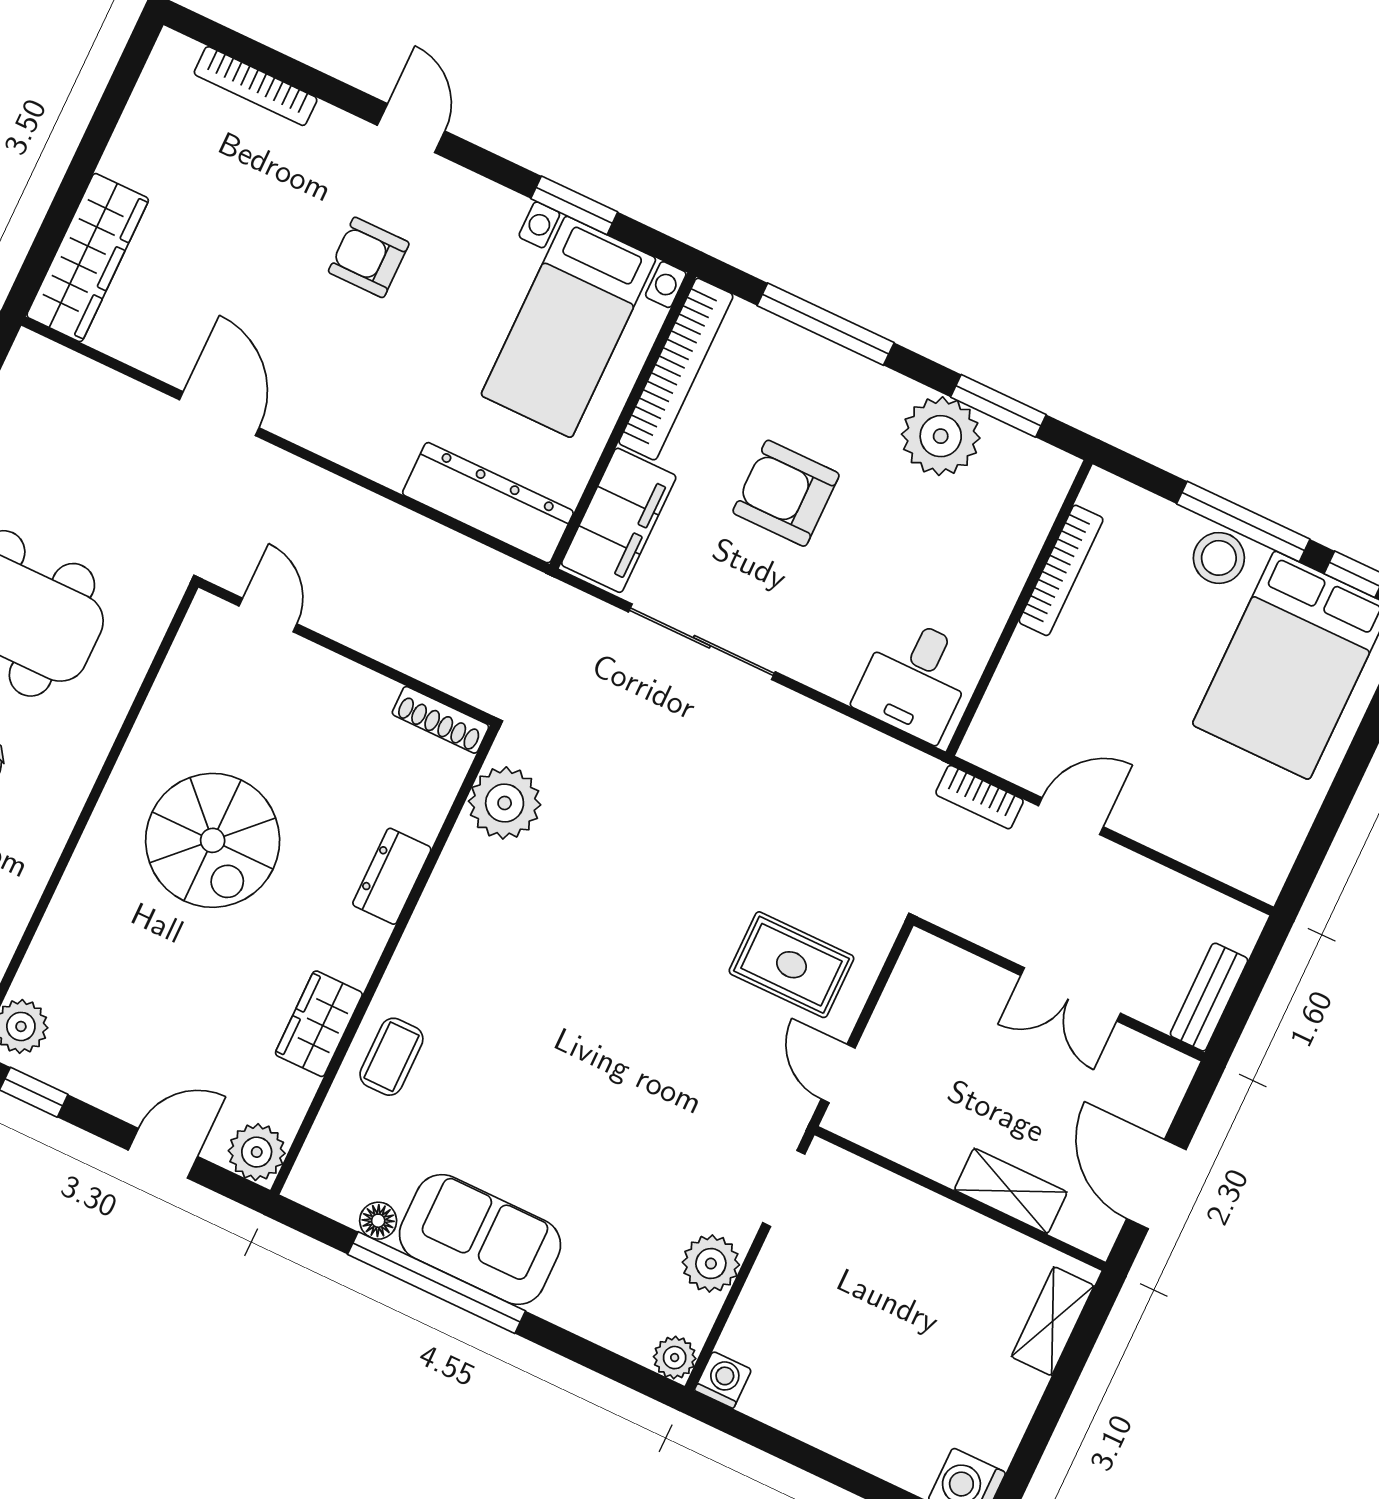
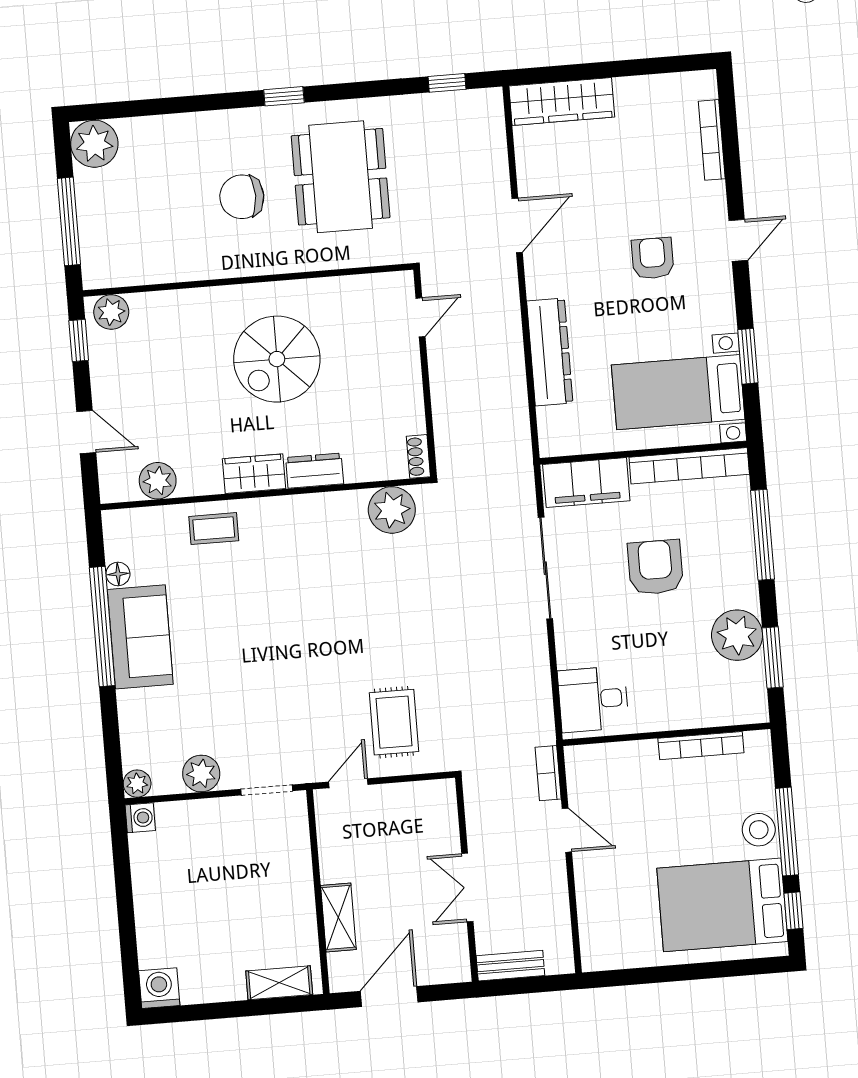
dresser: (488, 503) -> (550, 352), moved
shoe rack: (440, 720) -> (418, 456), width x0.70
wardrobe: (319, 1024) -> (254, 474), moved
plant: (257, 1152) -> (158, 481), moved

